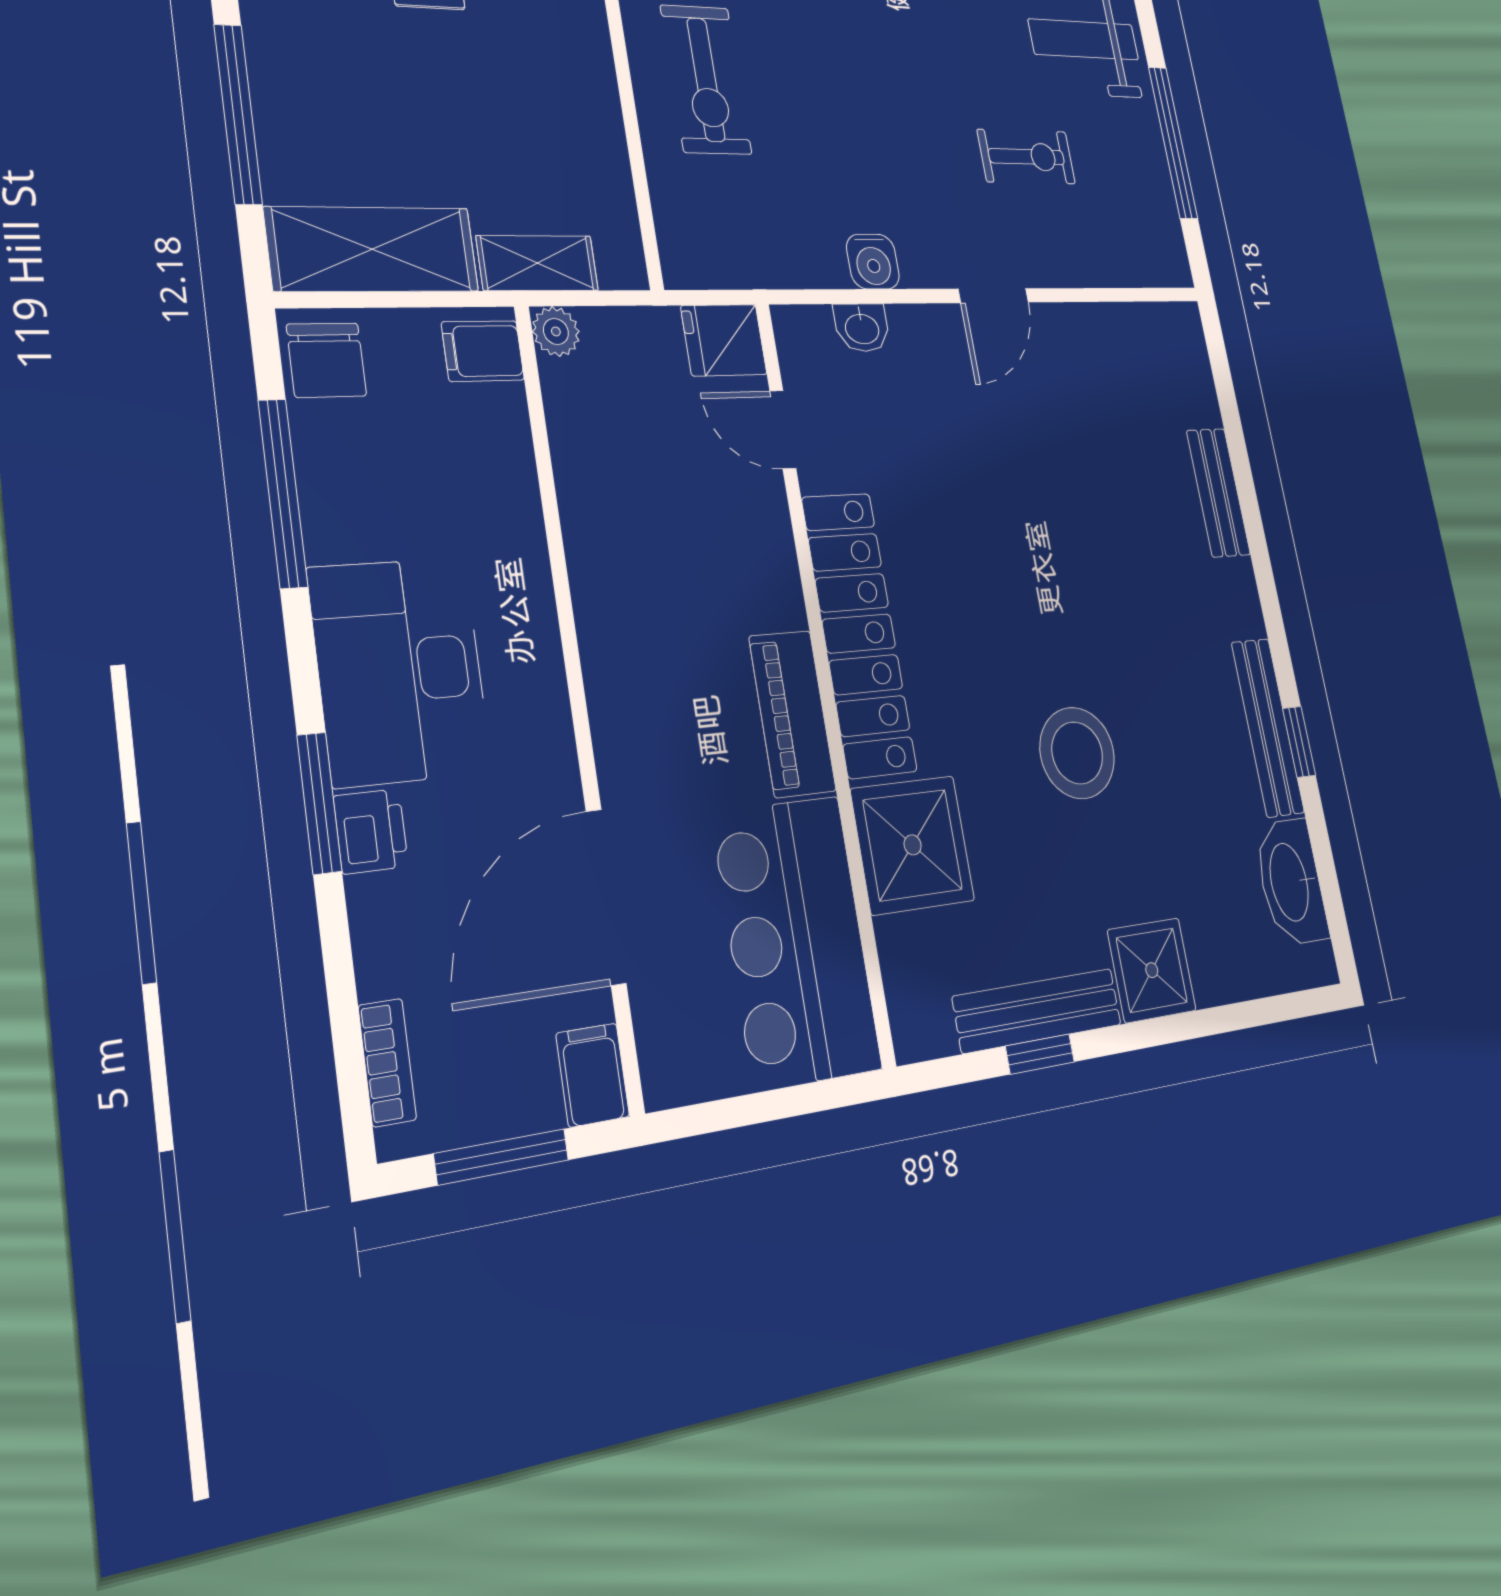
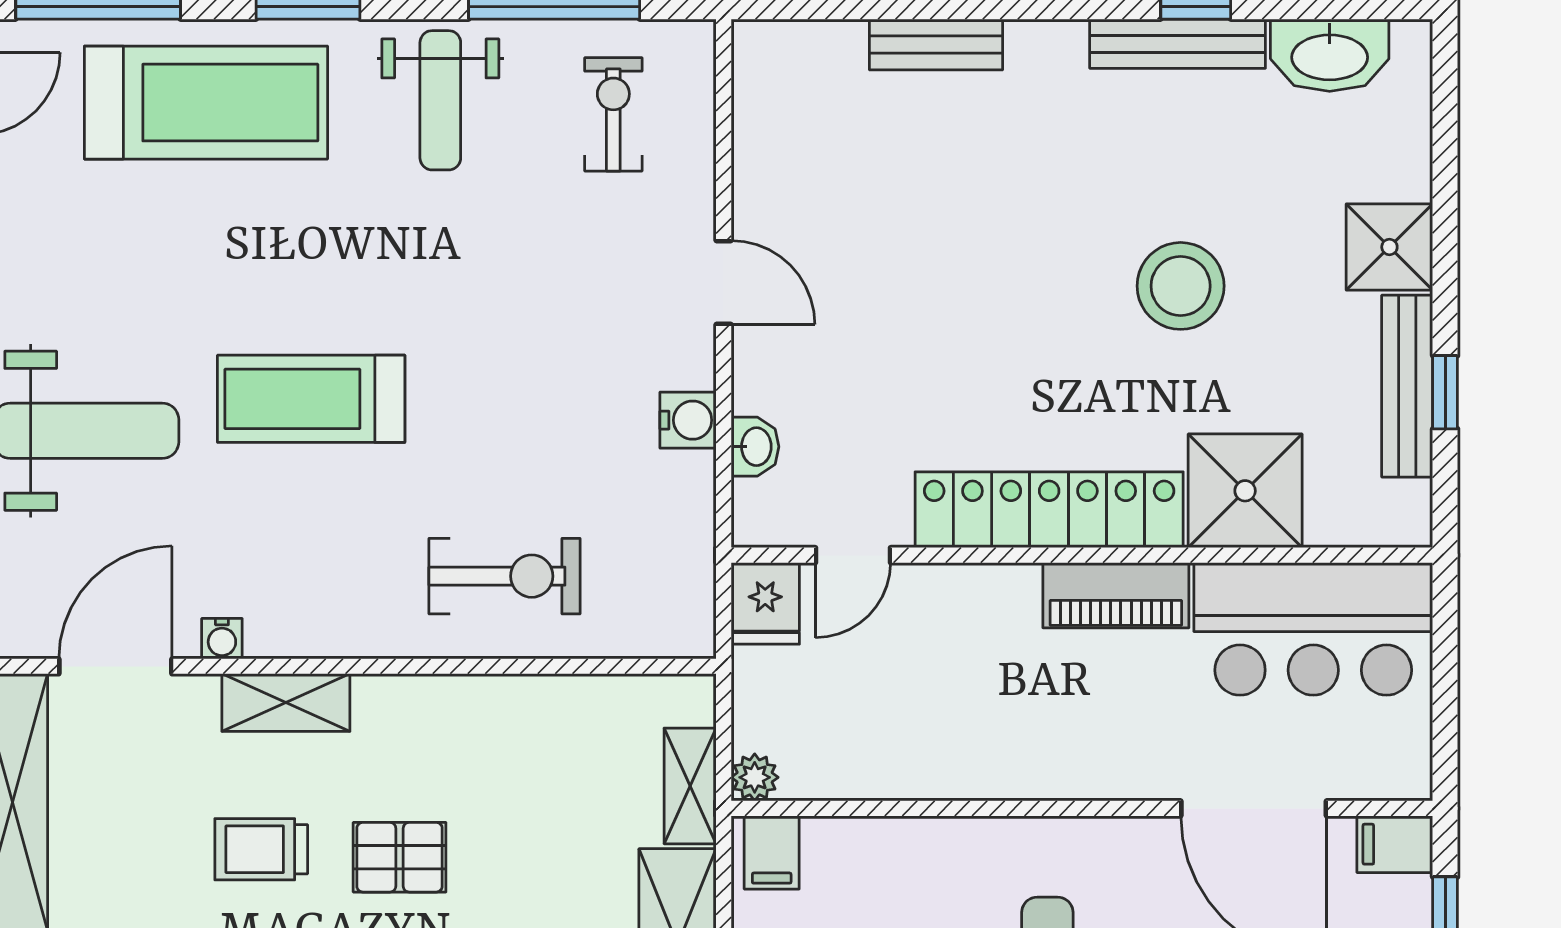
exercise bike: (1026, 157) -> (613, 114), moved

